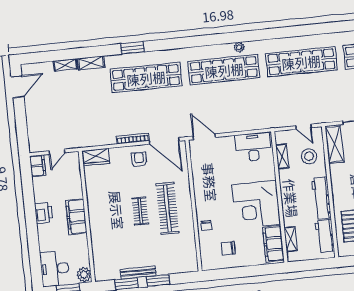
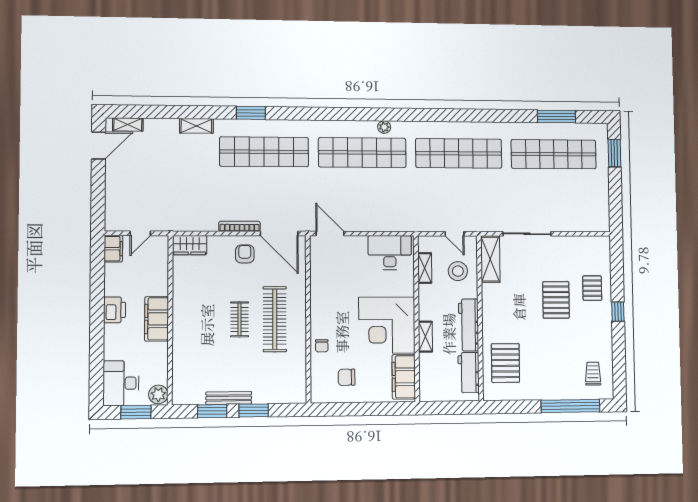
shelving: (65, 65) -> (128, 124), moved
shelving: (291, 239) -> (425, 337), moved

